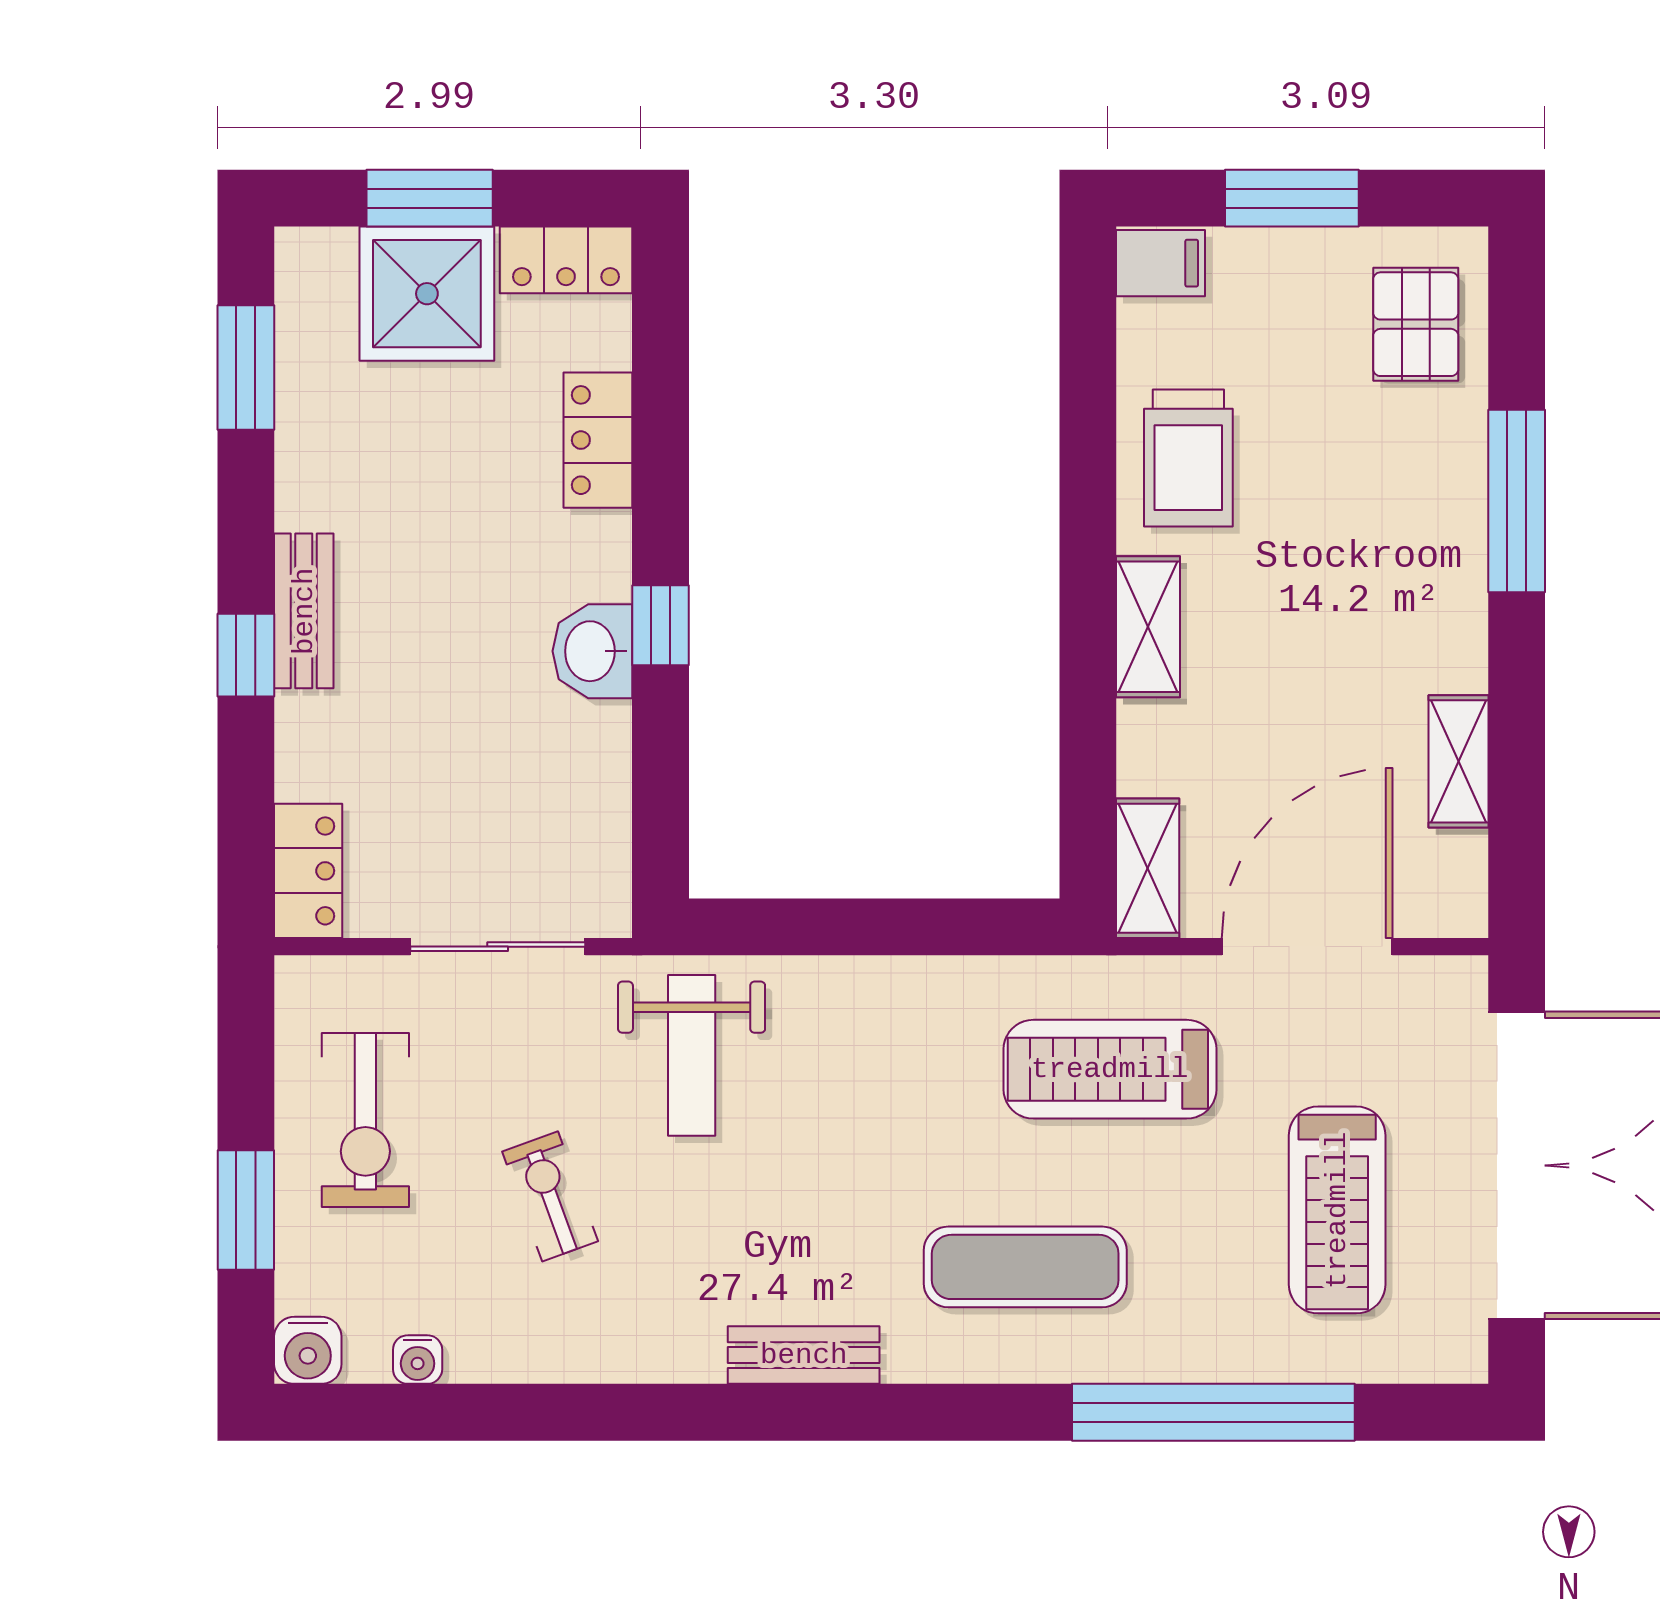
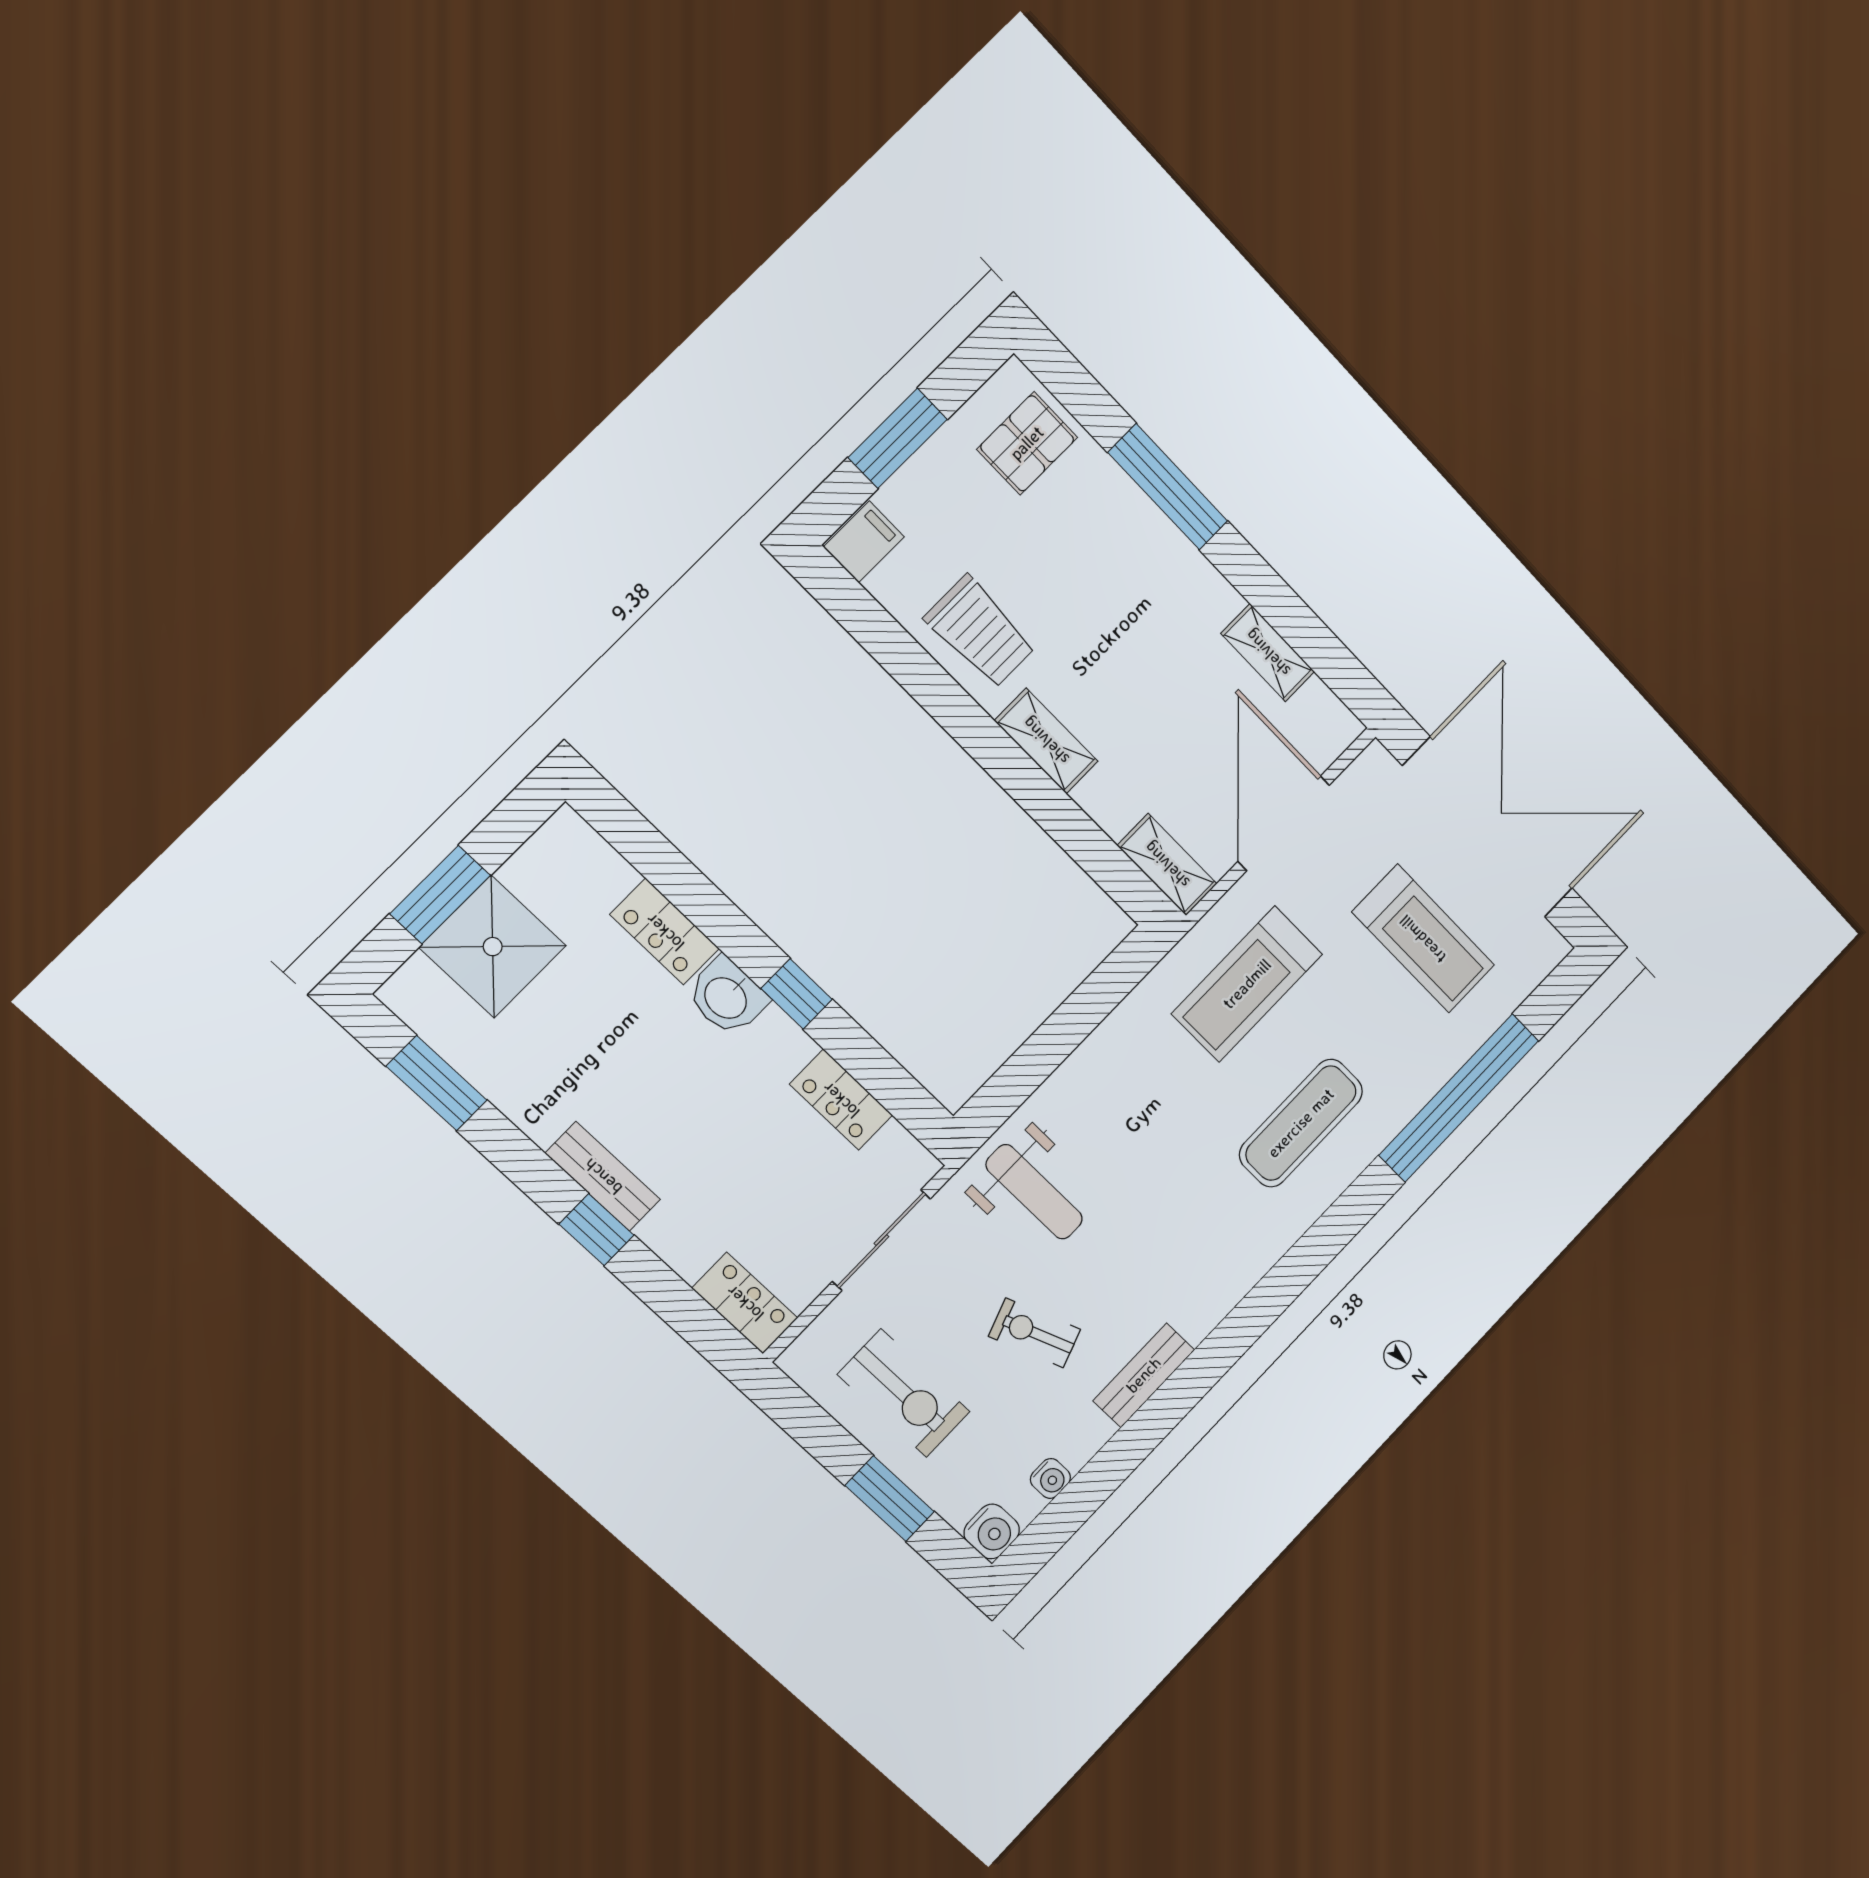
locker: (566, 260) -> (841, 1100), moved, turned 90
pallet: (1416, 324) -> (1027, 443), turned 90
washbasin: (592, 651) -> (727, 997), moved
bench: (804, 1355) -> (1144, 1375), moved

